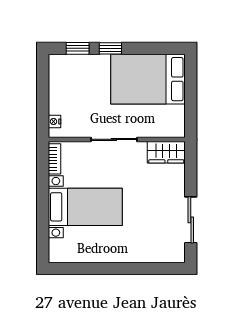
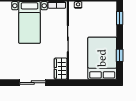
window: (110, 48) -> (120, 55), moved
sliding door: (191, 220) -> (33, 83), moved

